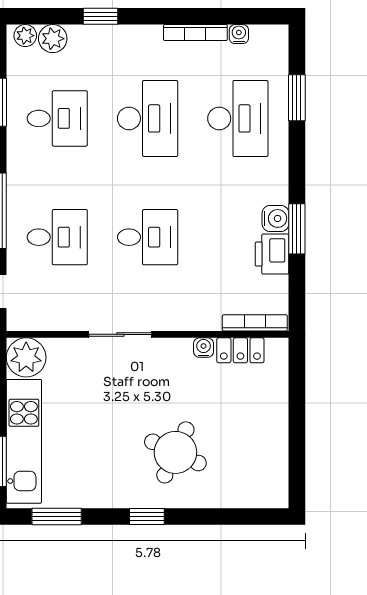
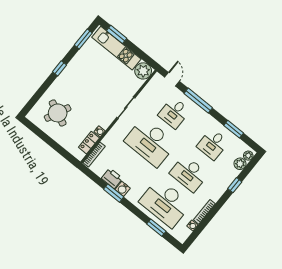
desk: (238, 118) -> (165, 203), width x1.36, depth x1.30
desk: (148, 237) -> (150, 142), width x1.87, depth x1.30
round table: (175, 452) -> (58, 113), moved

